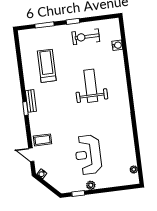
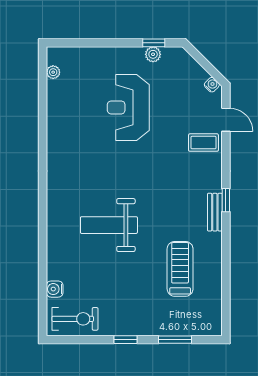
exercise bike: (86, 37) -> (75, 319), moved
treadmill: (47, 66) -> (180, 269), turned 180
weight bench: (91, 86) -> (109, 225), turned 90
reception desk: (88, 155) -> (128, 107), turned 180
plant: (91, 185) -> (153, 54), moved

